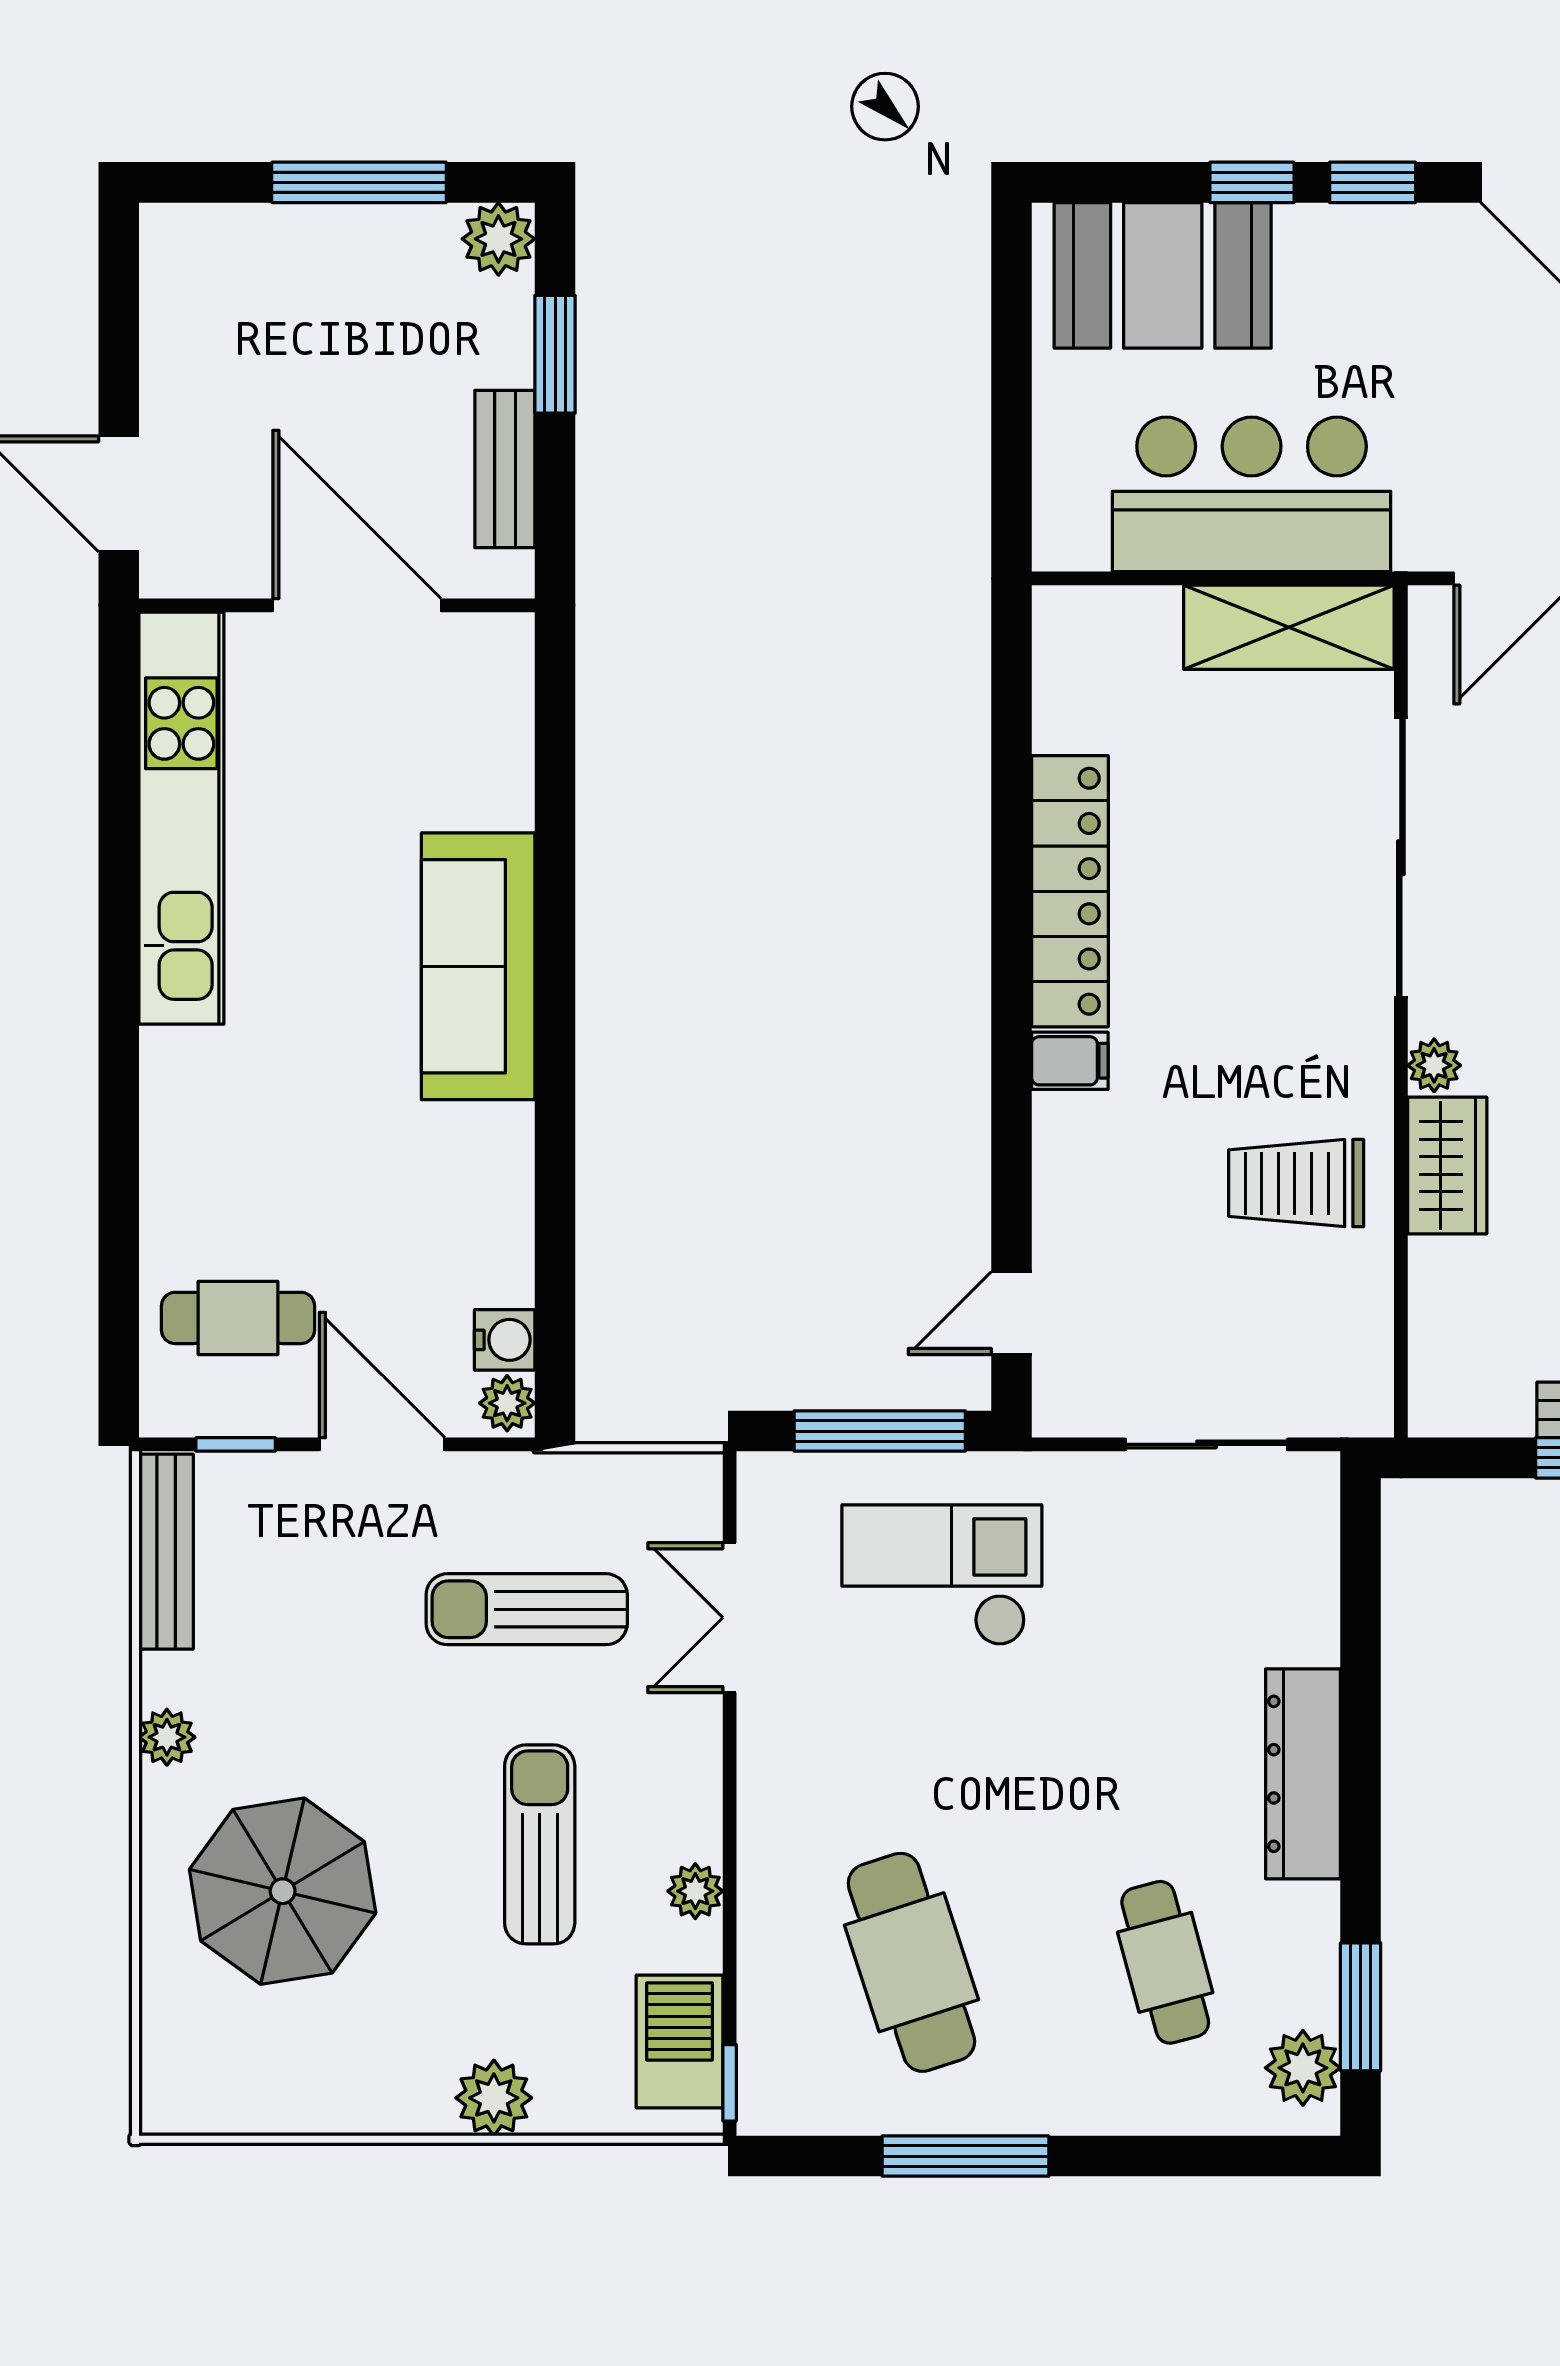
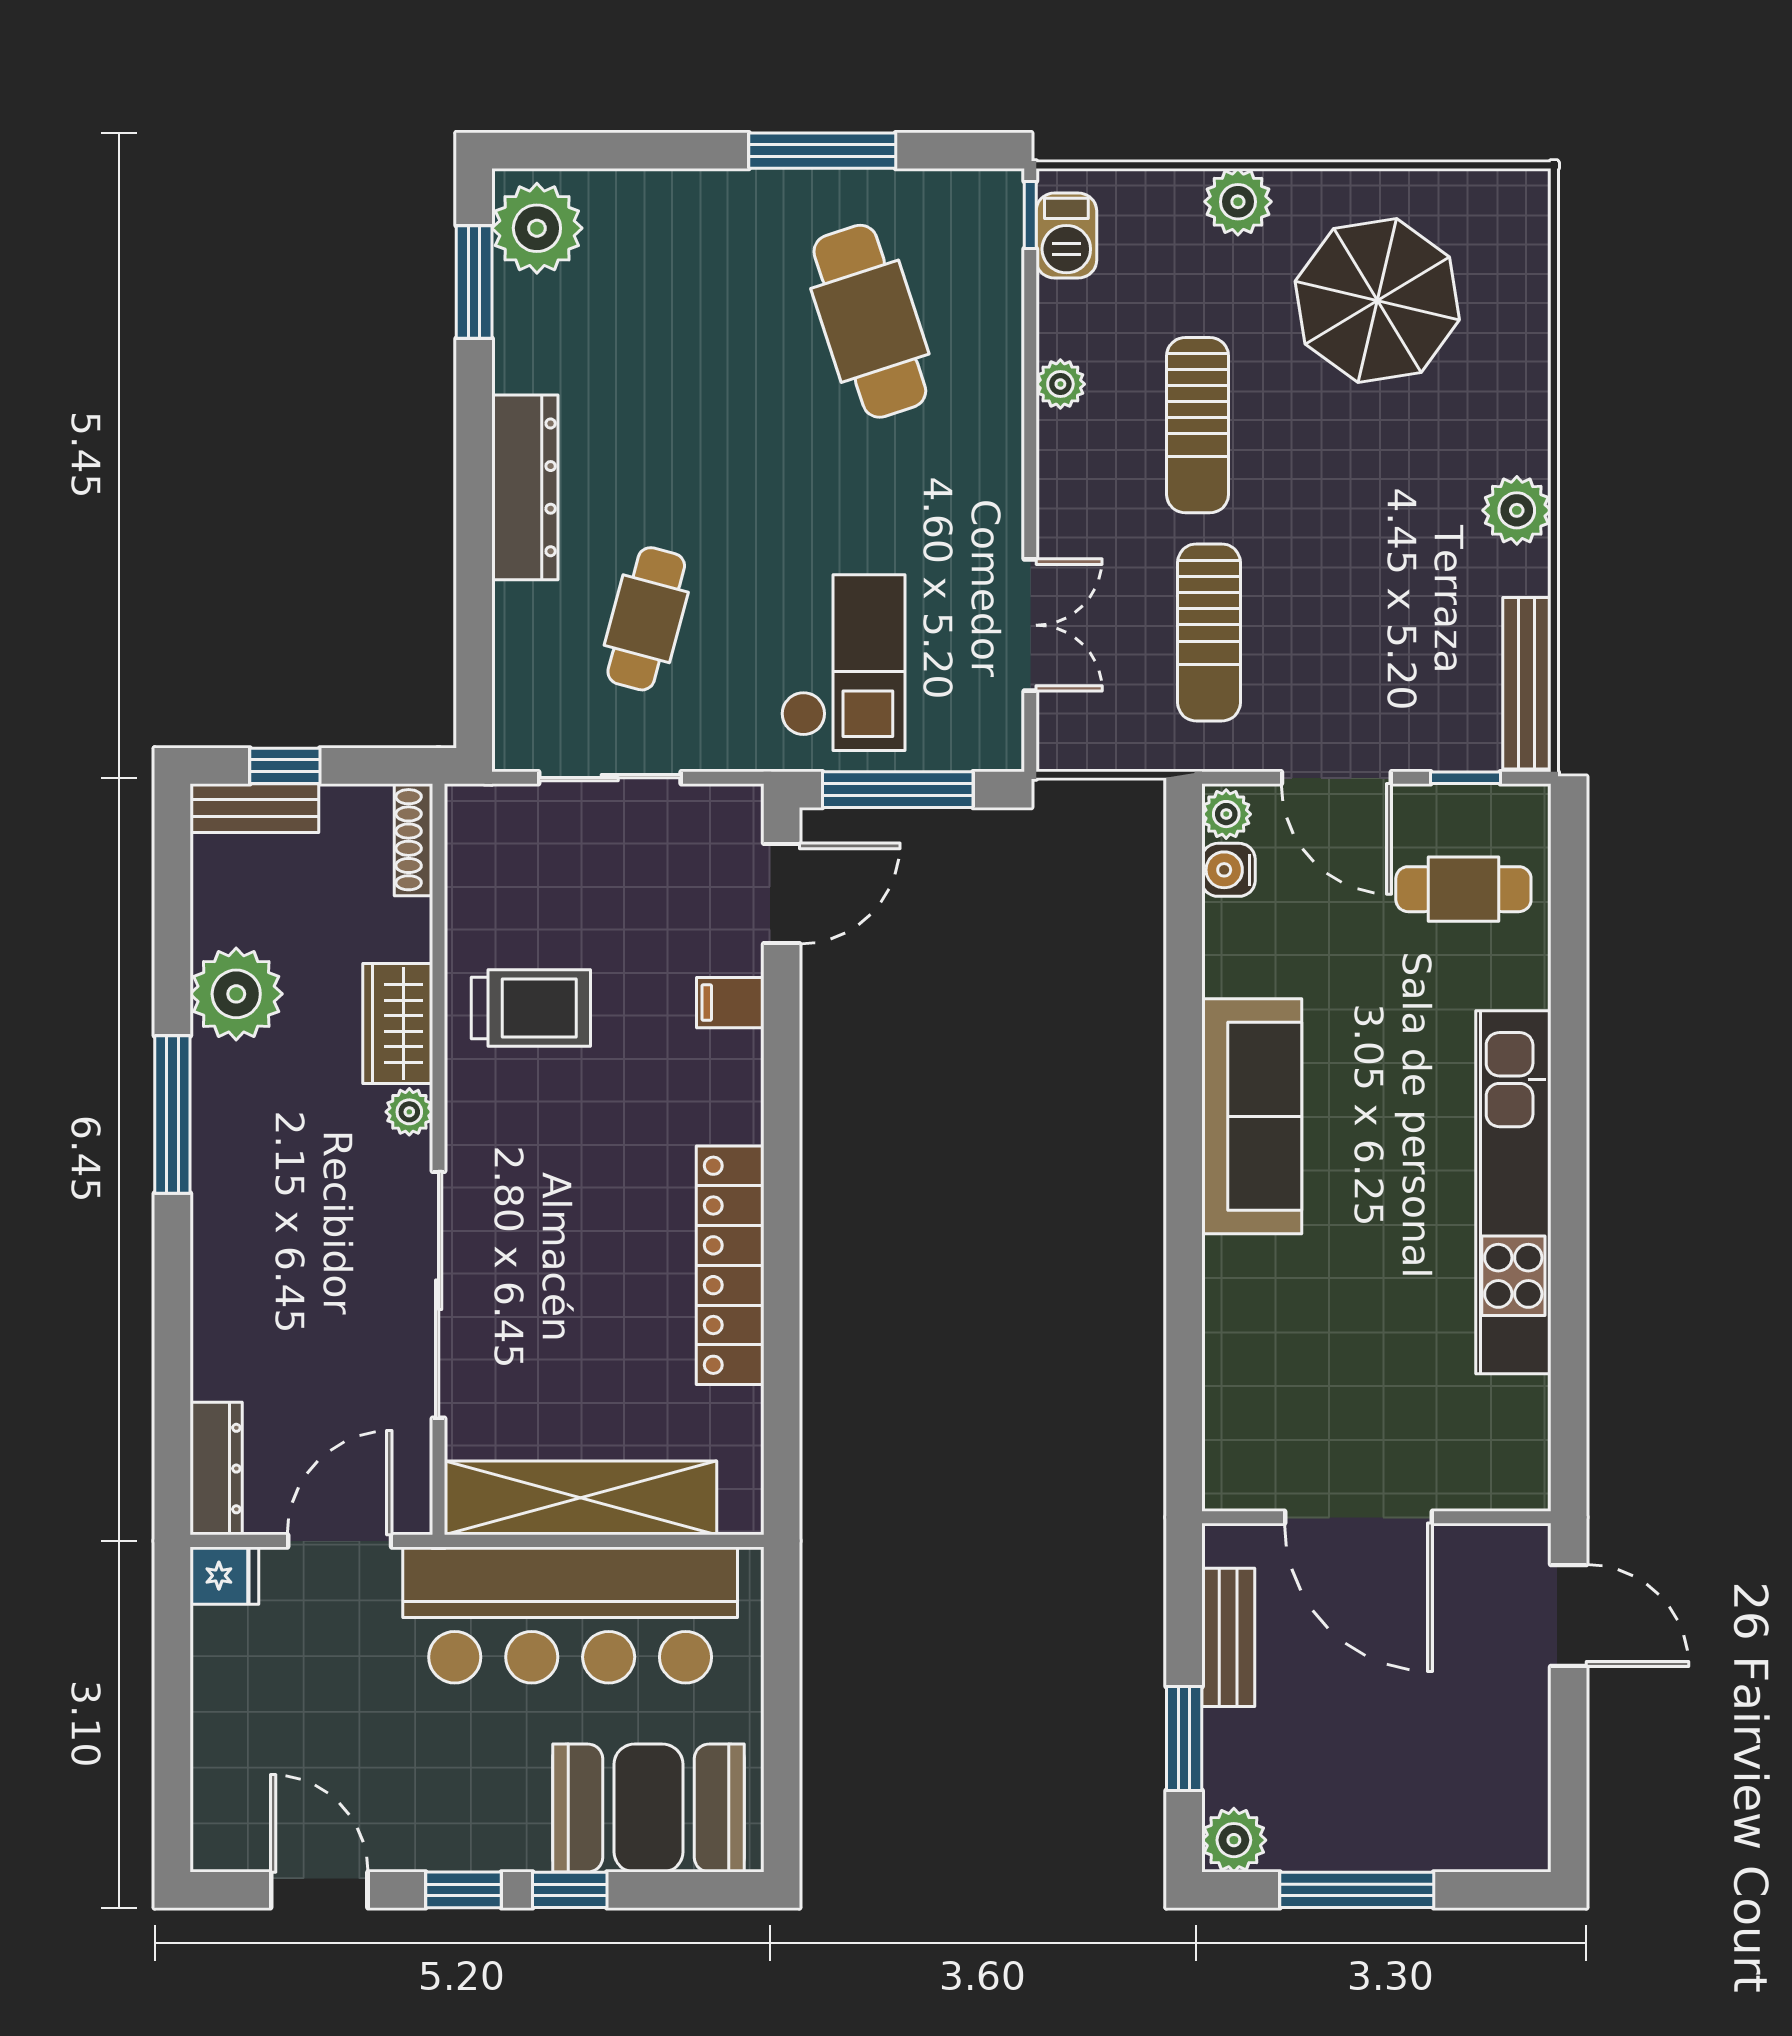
bar counter: (1252, 494) -> (570, 1615), width x1.36
shelving: (1289, 627) -> (581, 1498), width x1.47
kitchen unit: (181, 818) -> (1513, 1192), moved
sofa: (478, 966) -> (1252, 1116), moved
filing cabinet: (1070, 1061) -> (730, 1003), moved
door: (1011, 1313) -> (782, 894), width x1.38
shoe rack: (1429, 1374) -> (414, 840), added
checkout: (942, 1575) -> (843, 663), turned -90
sun lounger: (527, 1609) -> (1209, 632), turned 90
plant: (167, 1737) -> (1517, 510), width x1.38, depth x1.38
parasol: (283, 1891) -> (1377, 300), moved
cafe table: (1165, 1962) -> (646, 619), moved, turned 30
barbecue: (679, 2041) -> (1066, 236), width x0.73, depth x0.79
plant: (1303, 2068) -> (537, 228), width x1.36, depth x1.36

